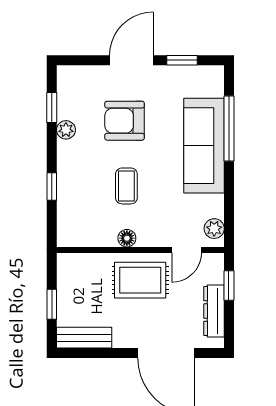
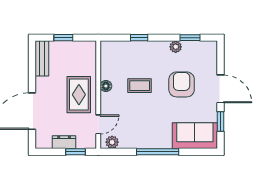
window: (229, 129) -> (158, 152), moved
sofa: (204, 146) -> (195, 136), moved, width x0.73
door: (187, 250) -> (98, 124), swing flipped
dresser: (214, 311) -> (64, 142), width x0.70

